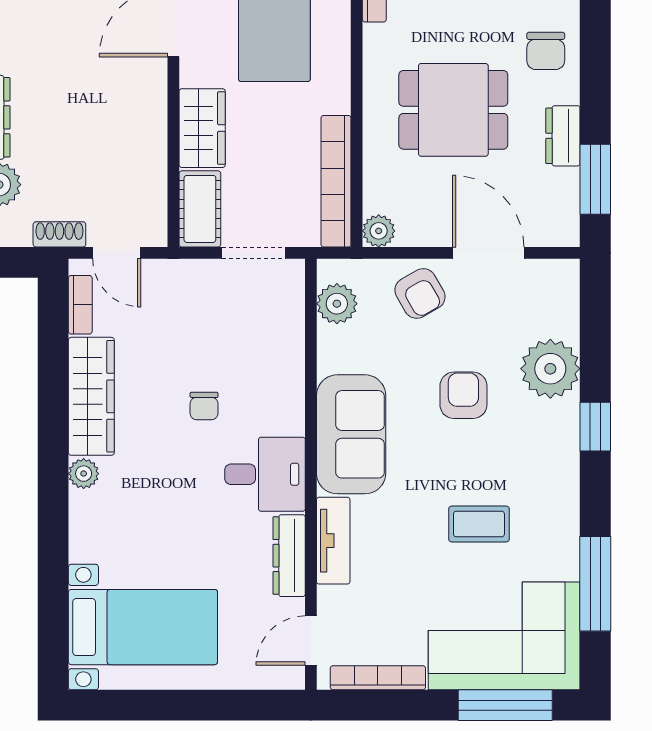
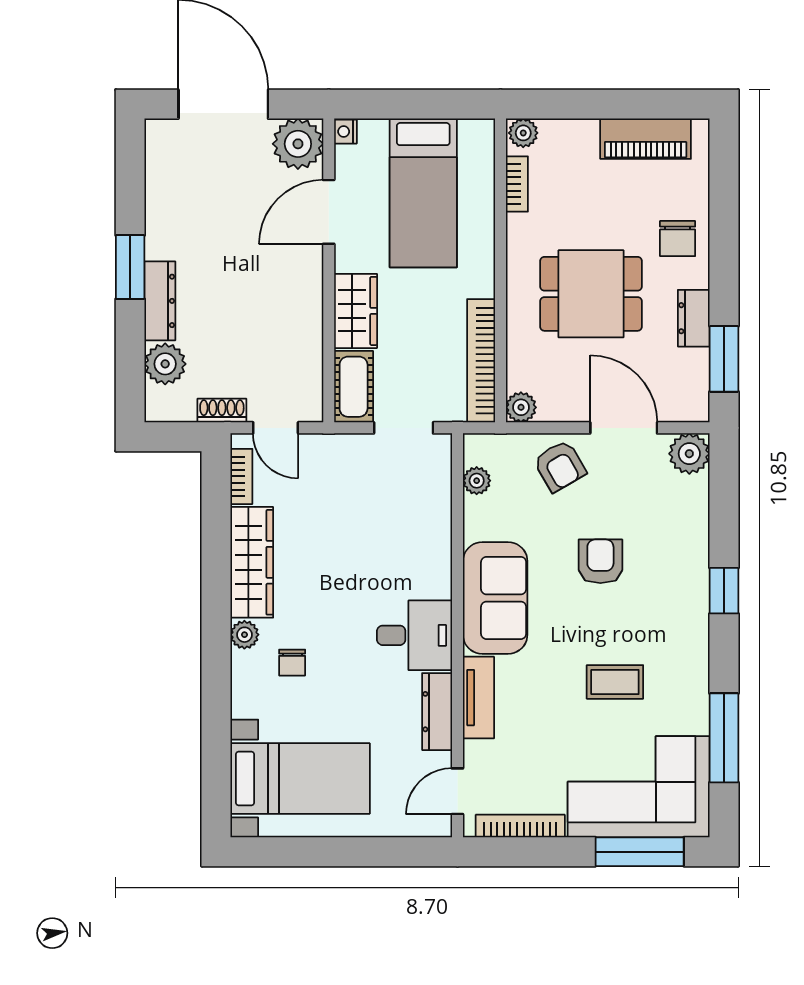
plant: (337, 304) -> (477, 481), width x0.73, depth x0.73
plant: (550, 369) -> (689, 454), moved, width x0.73, depth x0.73
chair: (204, 406) -> (292, 663), moved

